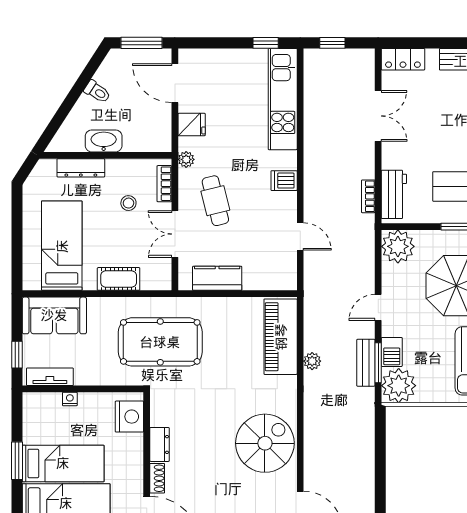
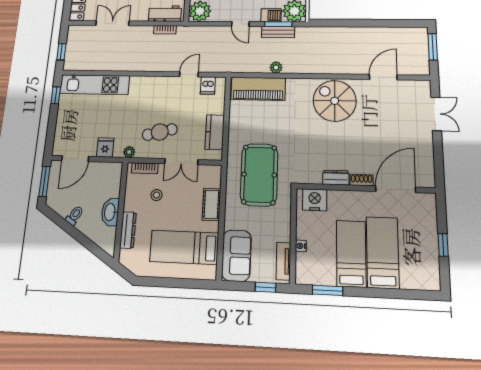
dishwasher: (284, 181) -> (208, 86), moved
window: (17, 461) -> (328, 290), moved

